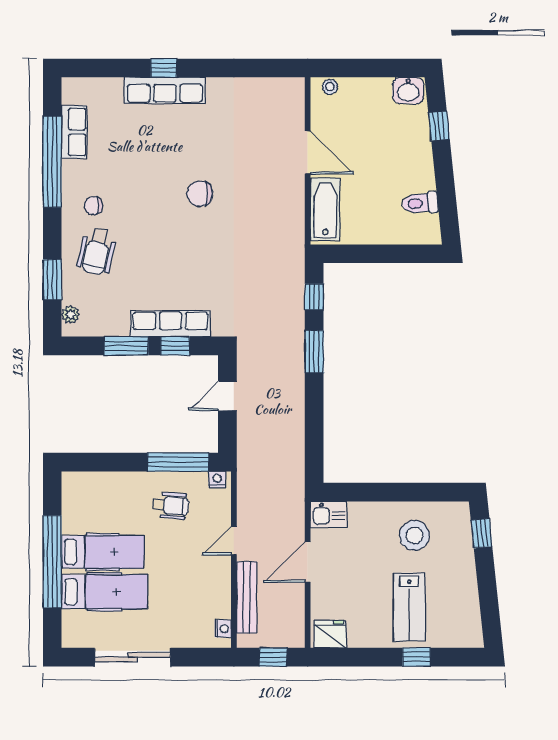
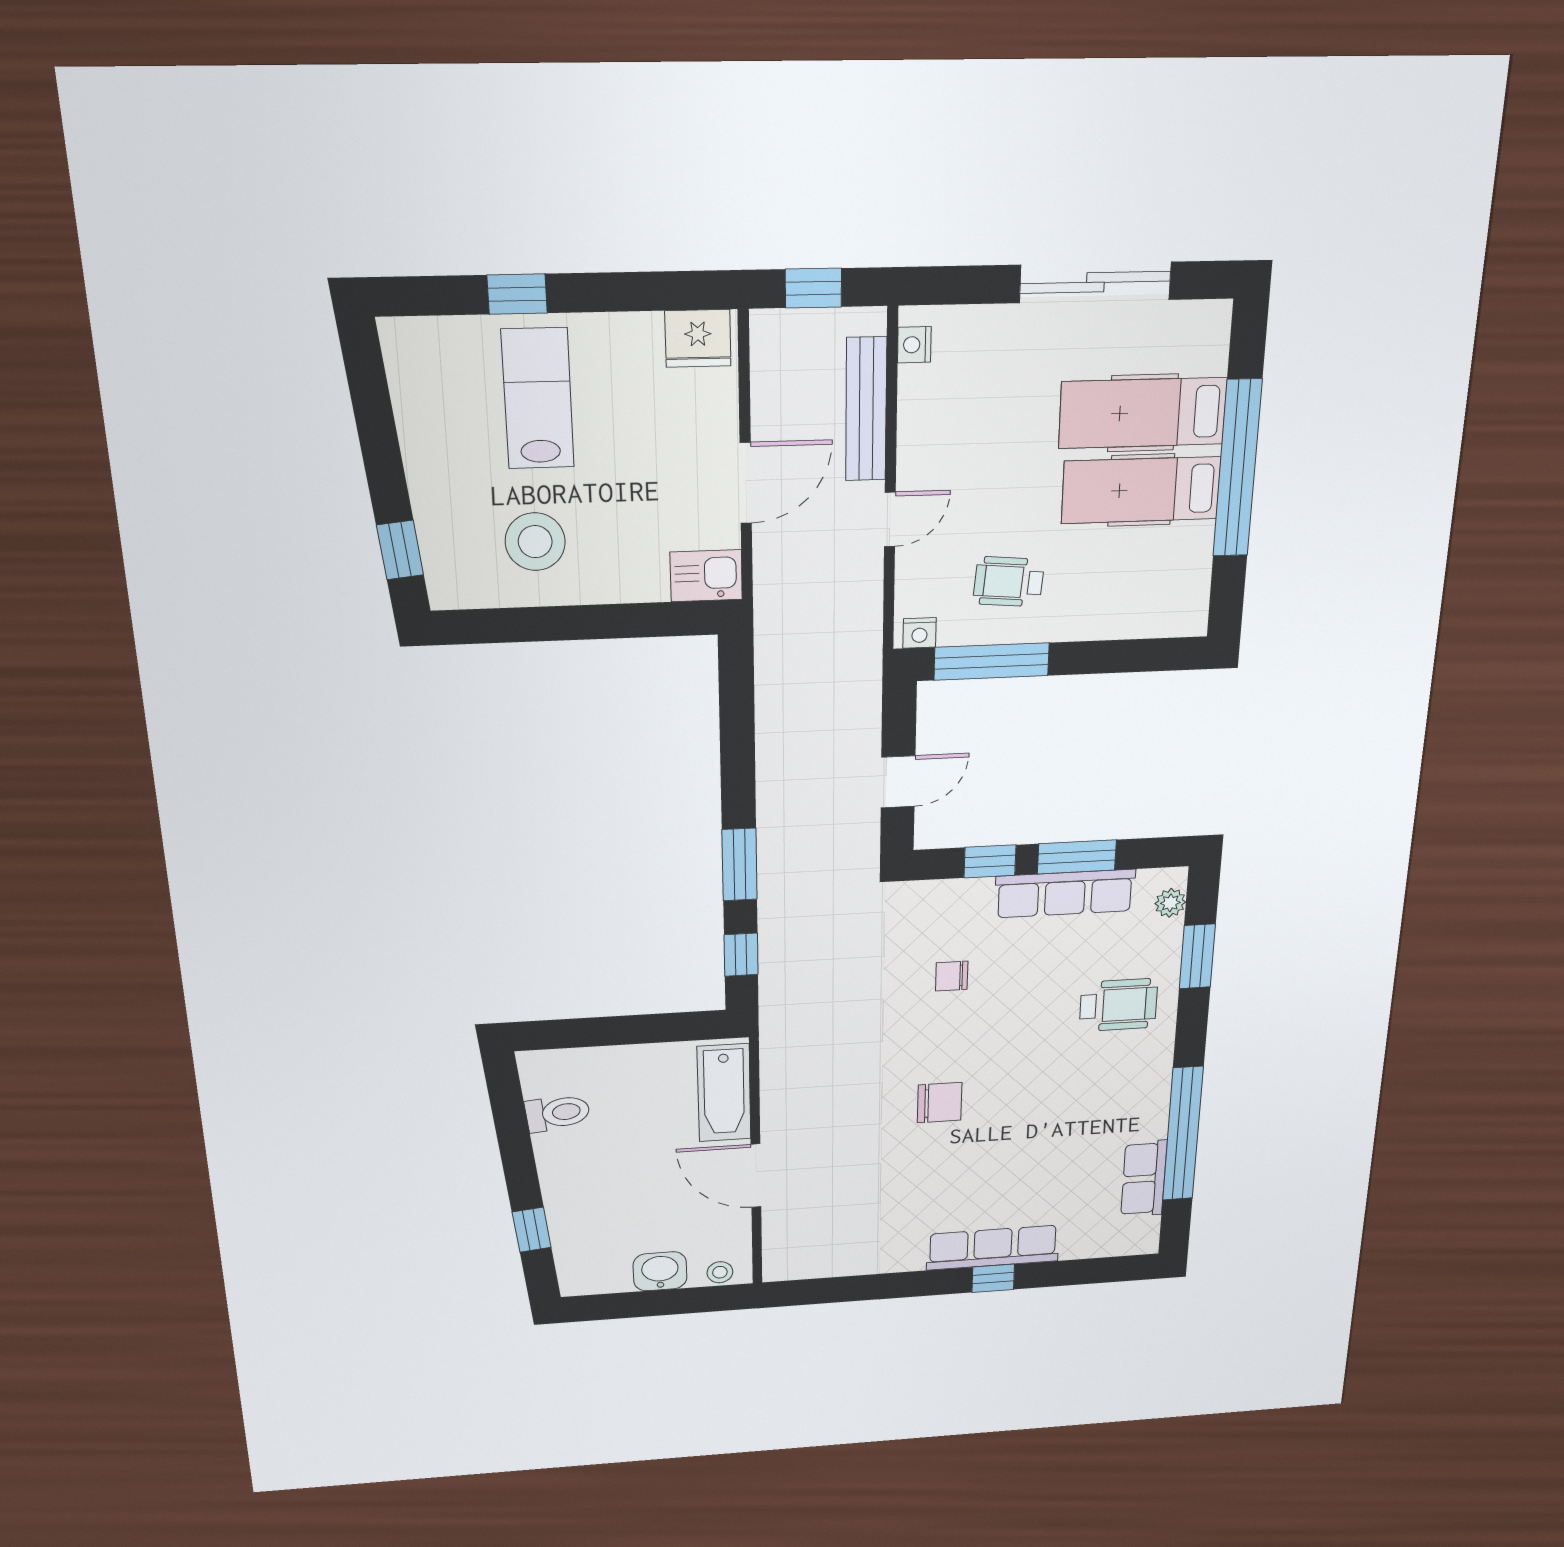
washbasin: (408, 90) -> (660, 1271), moved
chair: (93, 206) -> (952, 976), moved, turned 180
wheelchair: (97, 251) -> (1118, 1005), turned 78
row of seats: (170, 324) -> (1065, 893), moved

